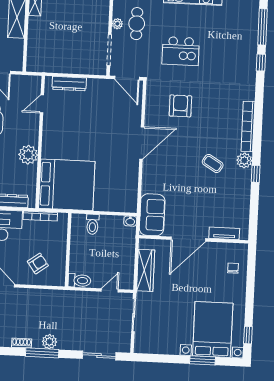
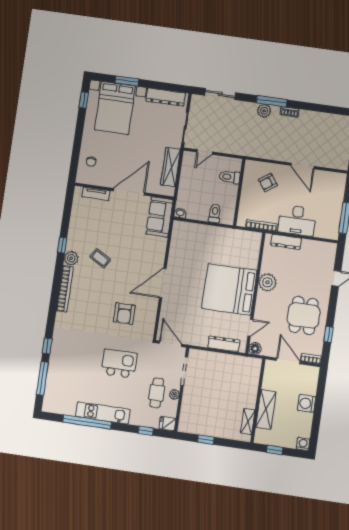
floor lamp: (35, 82) -> (255, 349), added
bed: (67, 185) -> (229, 289), moved
toilet: (79, 280) -> (230, 177), moved
dresser: (158, 347) -> (166, 97), added

